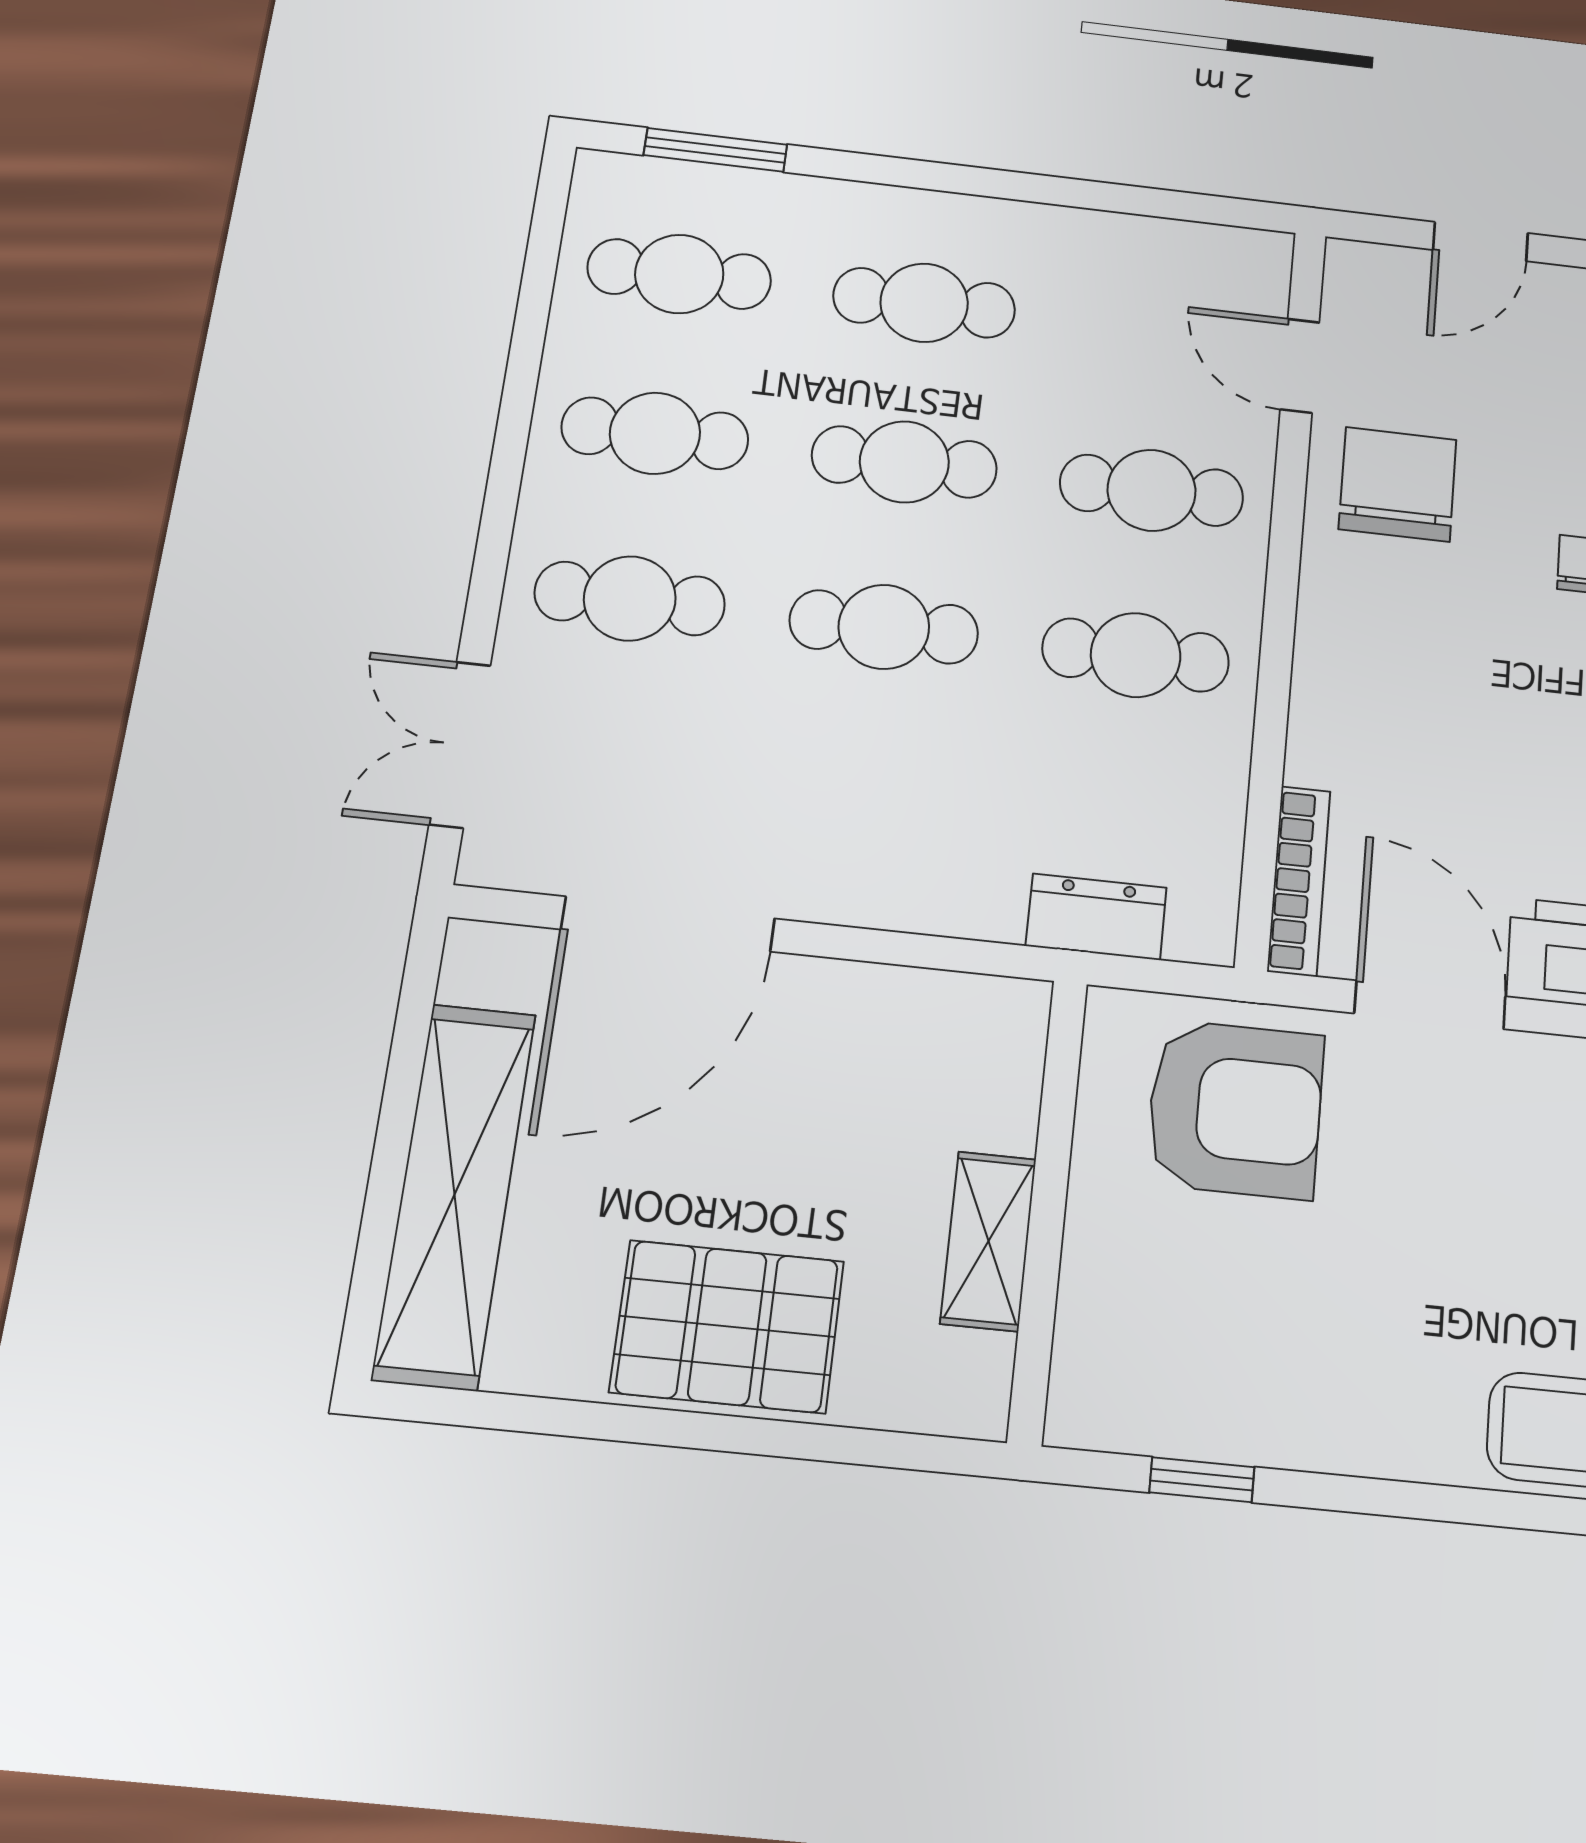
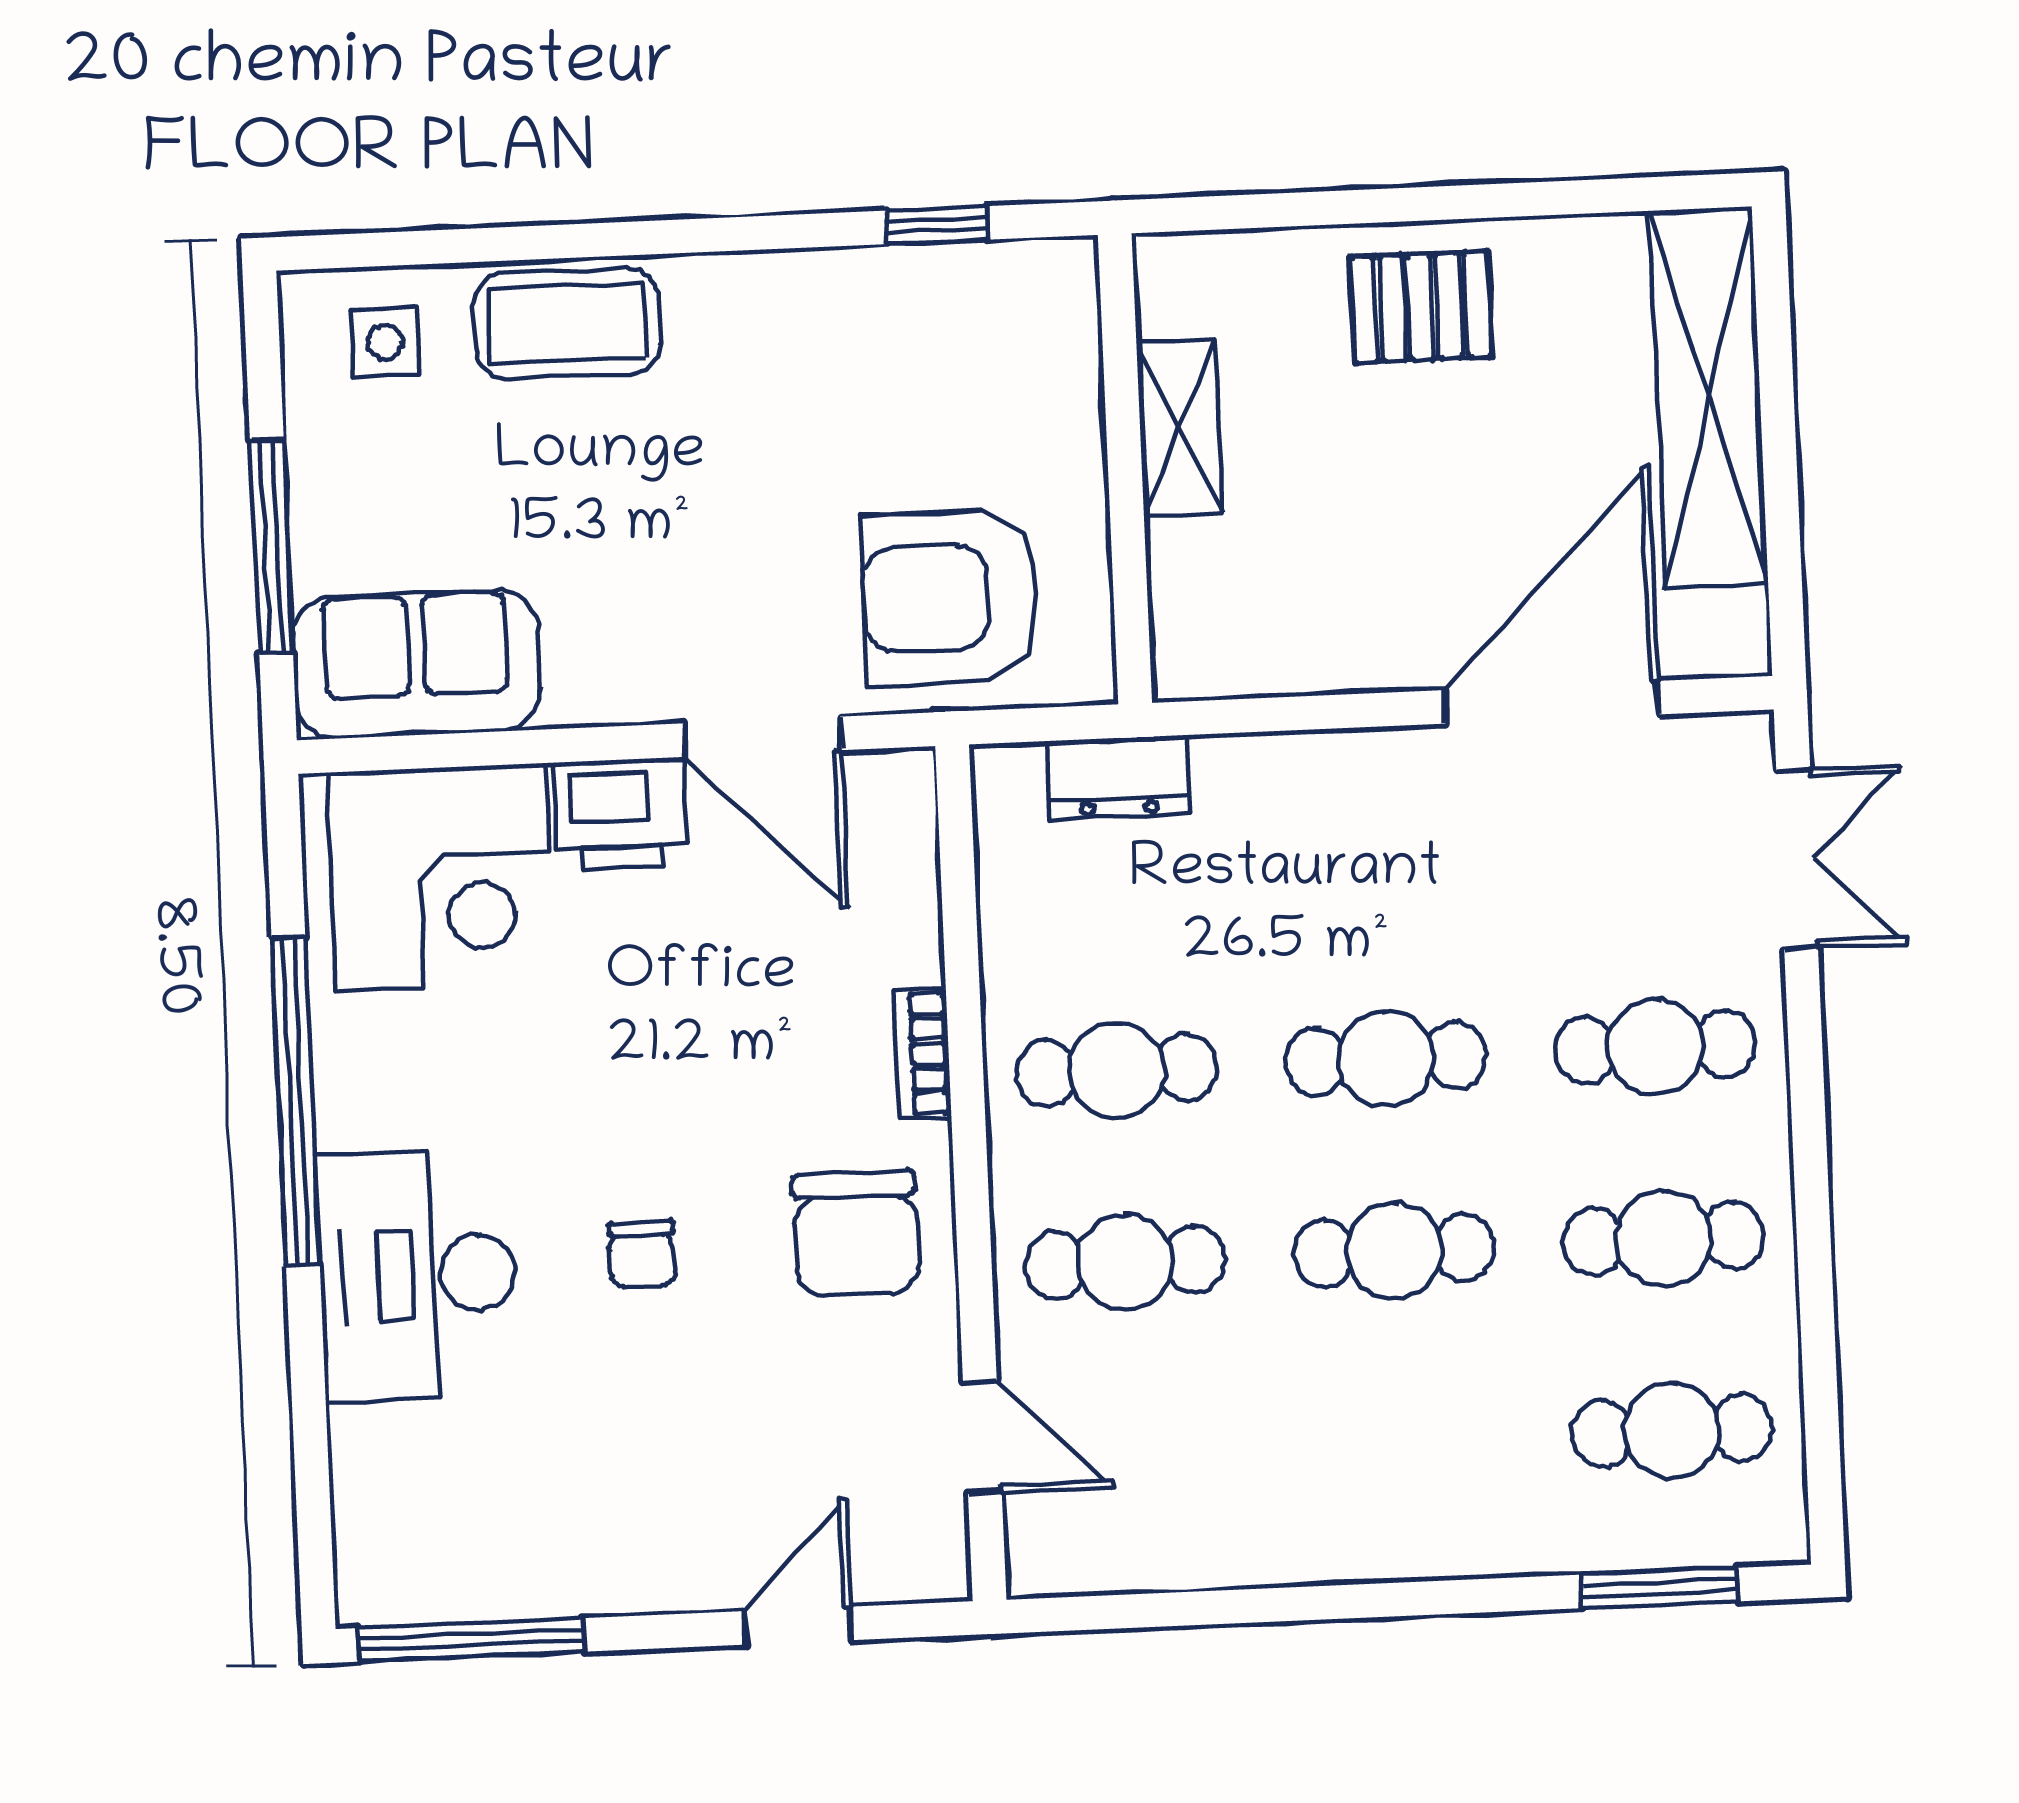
cafe table: (924, 303) -> (1403, 1442), removed
chair: (1398, 484) -> (856, 1234), moved
bookcase: (1299, 881) -> (923, 1054), moved, width x0.64
pallet: (727, 1326) -> (1421, 307), width x0.67, depth x0.71

